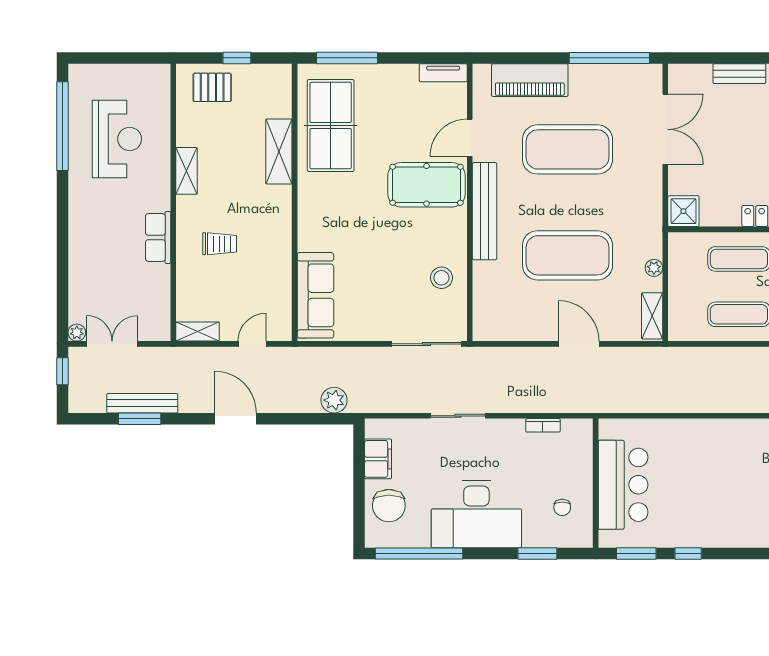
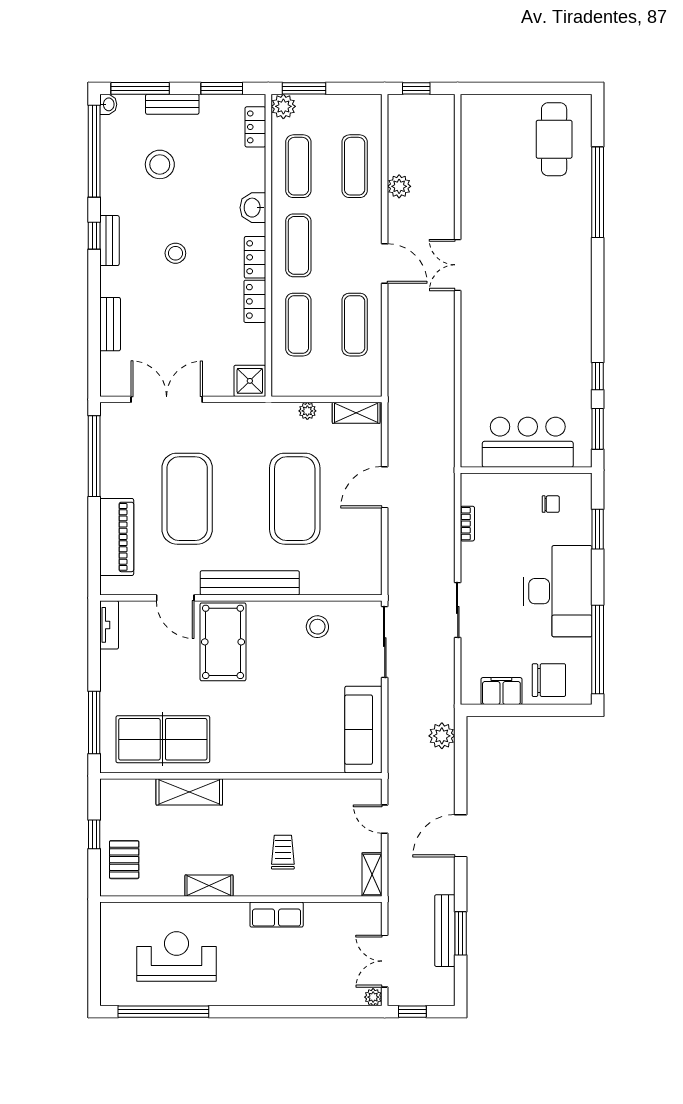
sofa: (315, 295) -> (363, 730), moved, turned -90

